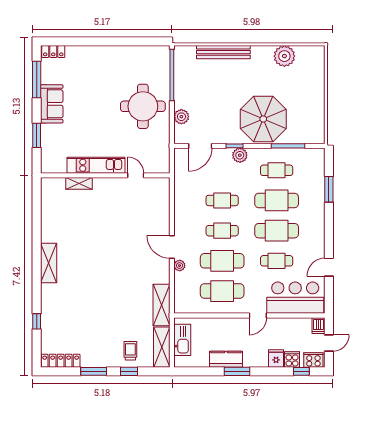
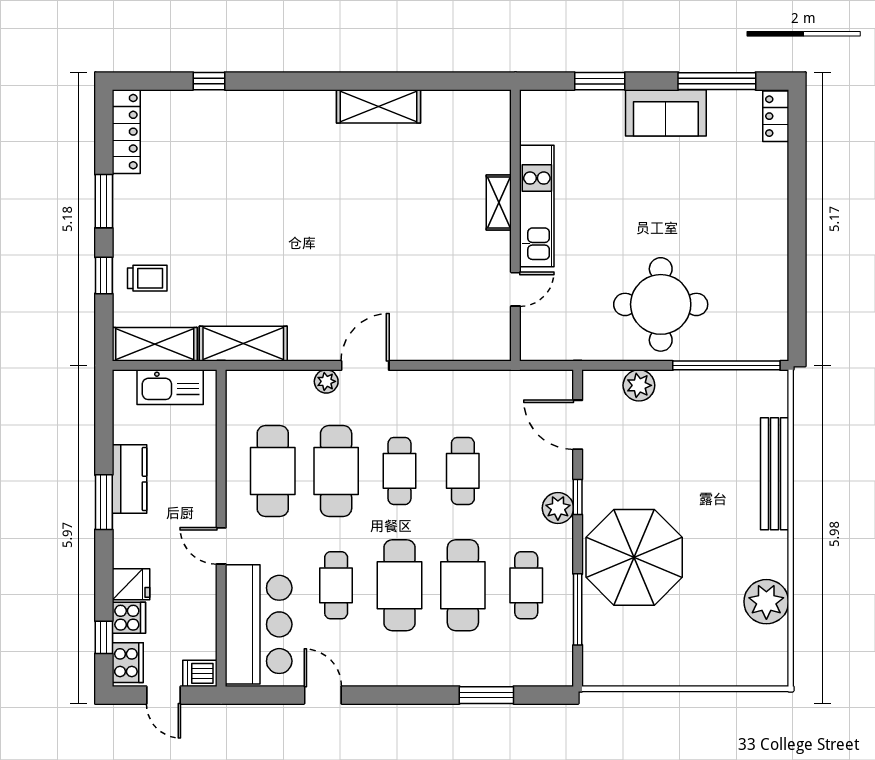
shelving: (79, 183) -> (499, 202), moved
shelving: (49, 263) -> (379, 106), moved

